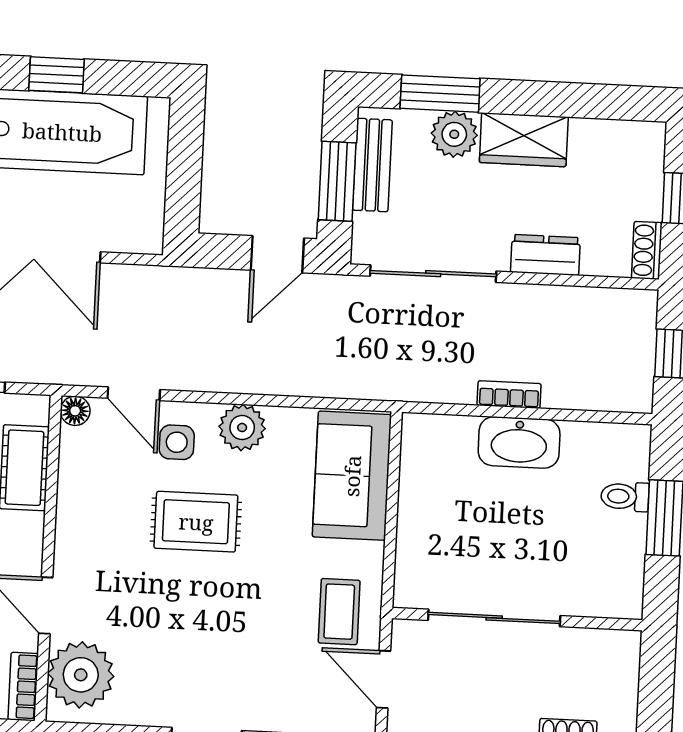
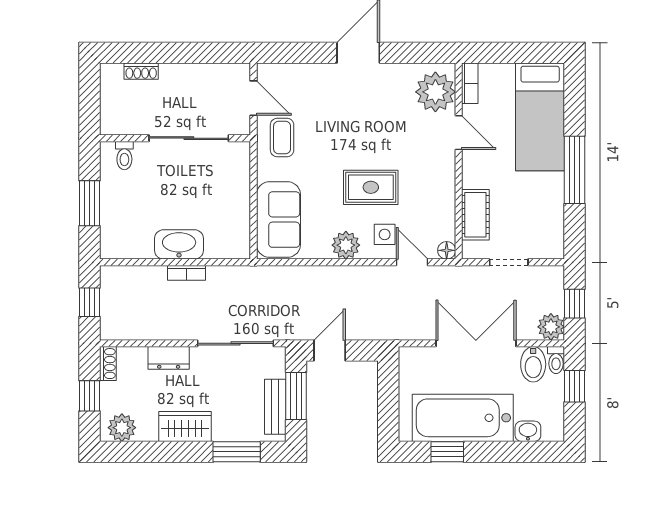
window: (56, 75) -> (447, 452), moved
plant: (454, 134) -> (122, 428), moved
toilet: (625, 496) -> (124, 156), moved, turned 90

